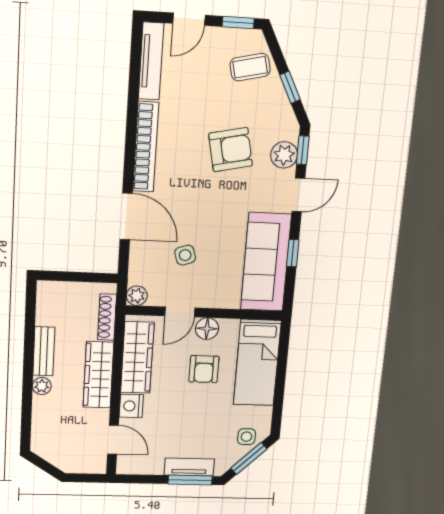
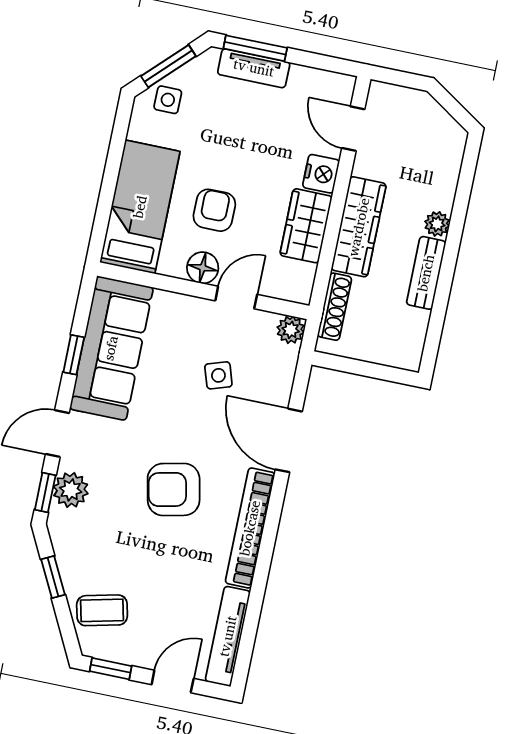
armchair: (231, 150) -> (174, 489), moved
wardrobe: (137, 357) -> (306, 226), width x0.67

